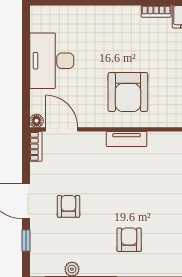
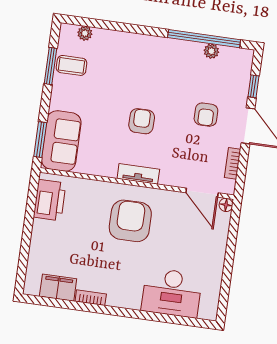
desk: (52, 61) -> (172, 293), moved, turned 90
bookcase: (36, 146) -> (233, 163), moved
armchair: (129, 240) -> (142, 121), moved, turned 180

